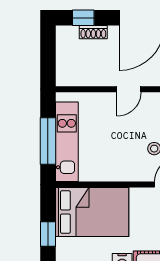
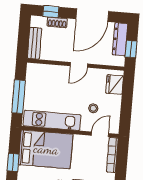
bench: (64, 64) -> (34, 43), added
kitchen unit: (67, 142) -> (52, 120), moved, turned -90

